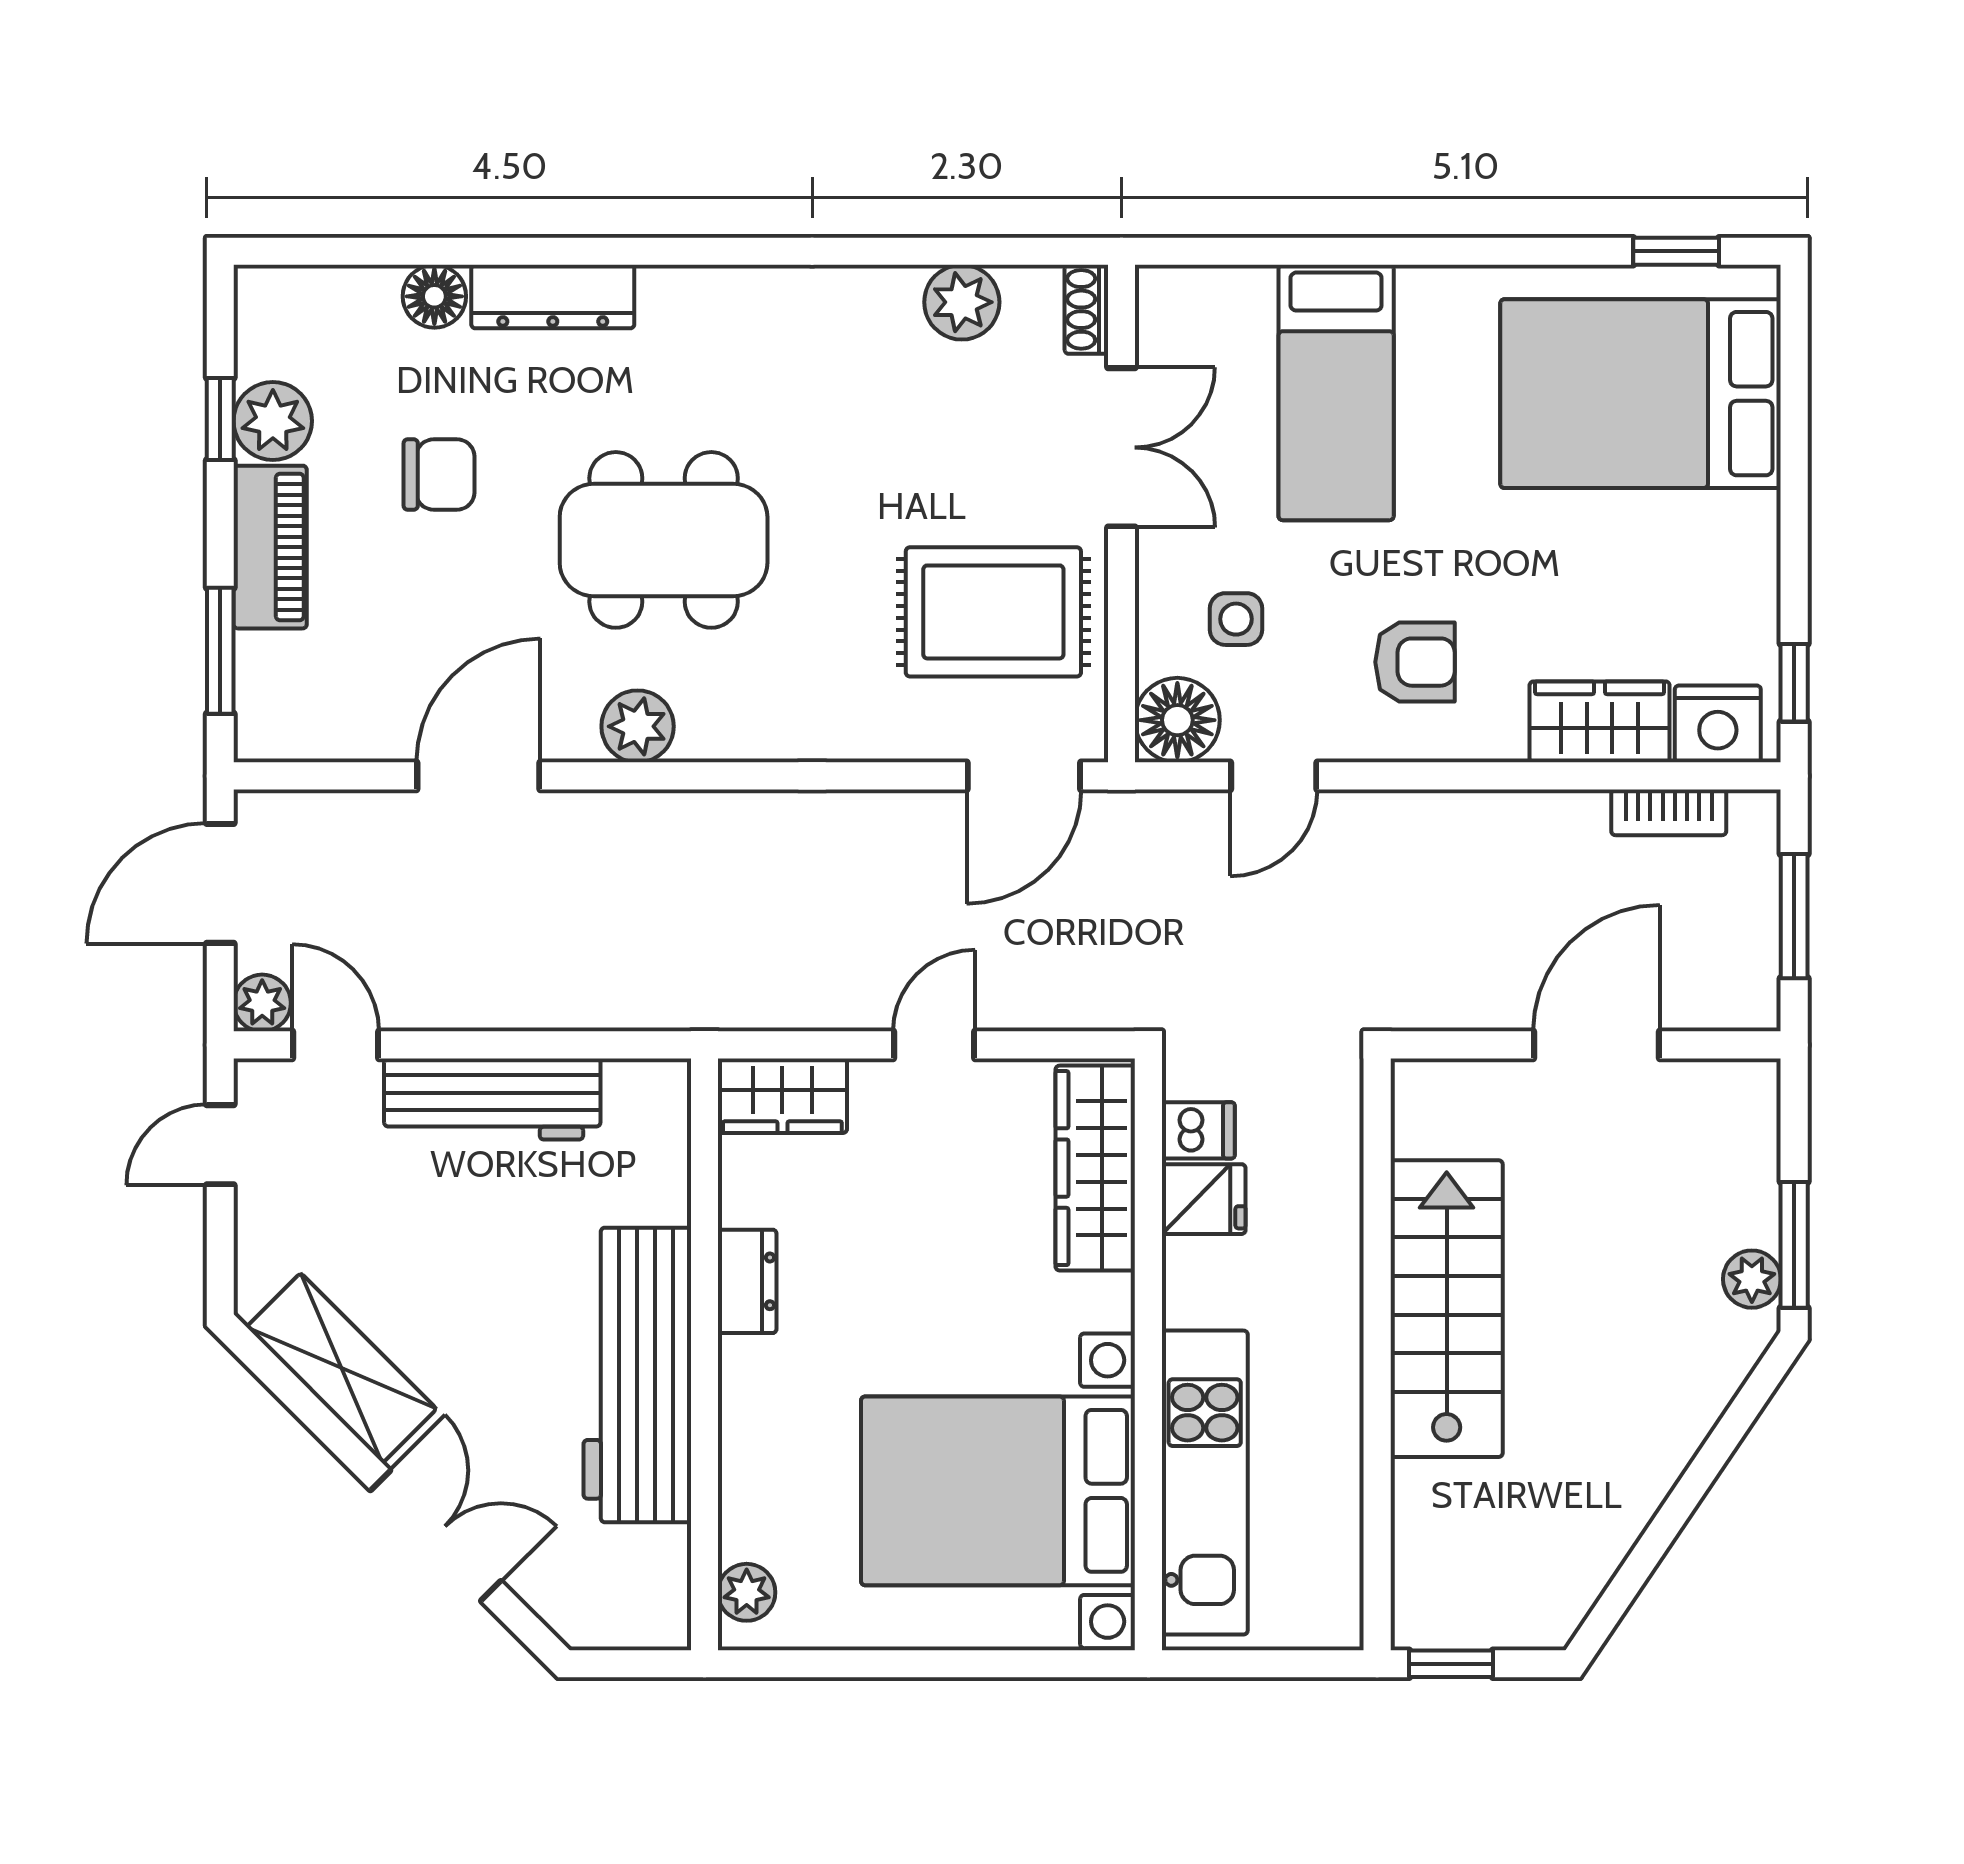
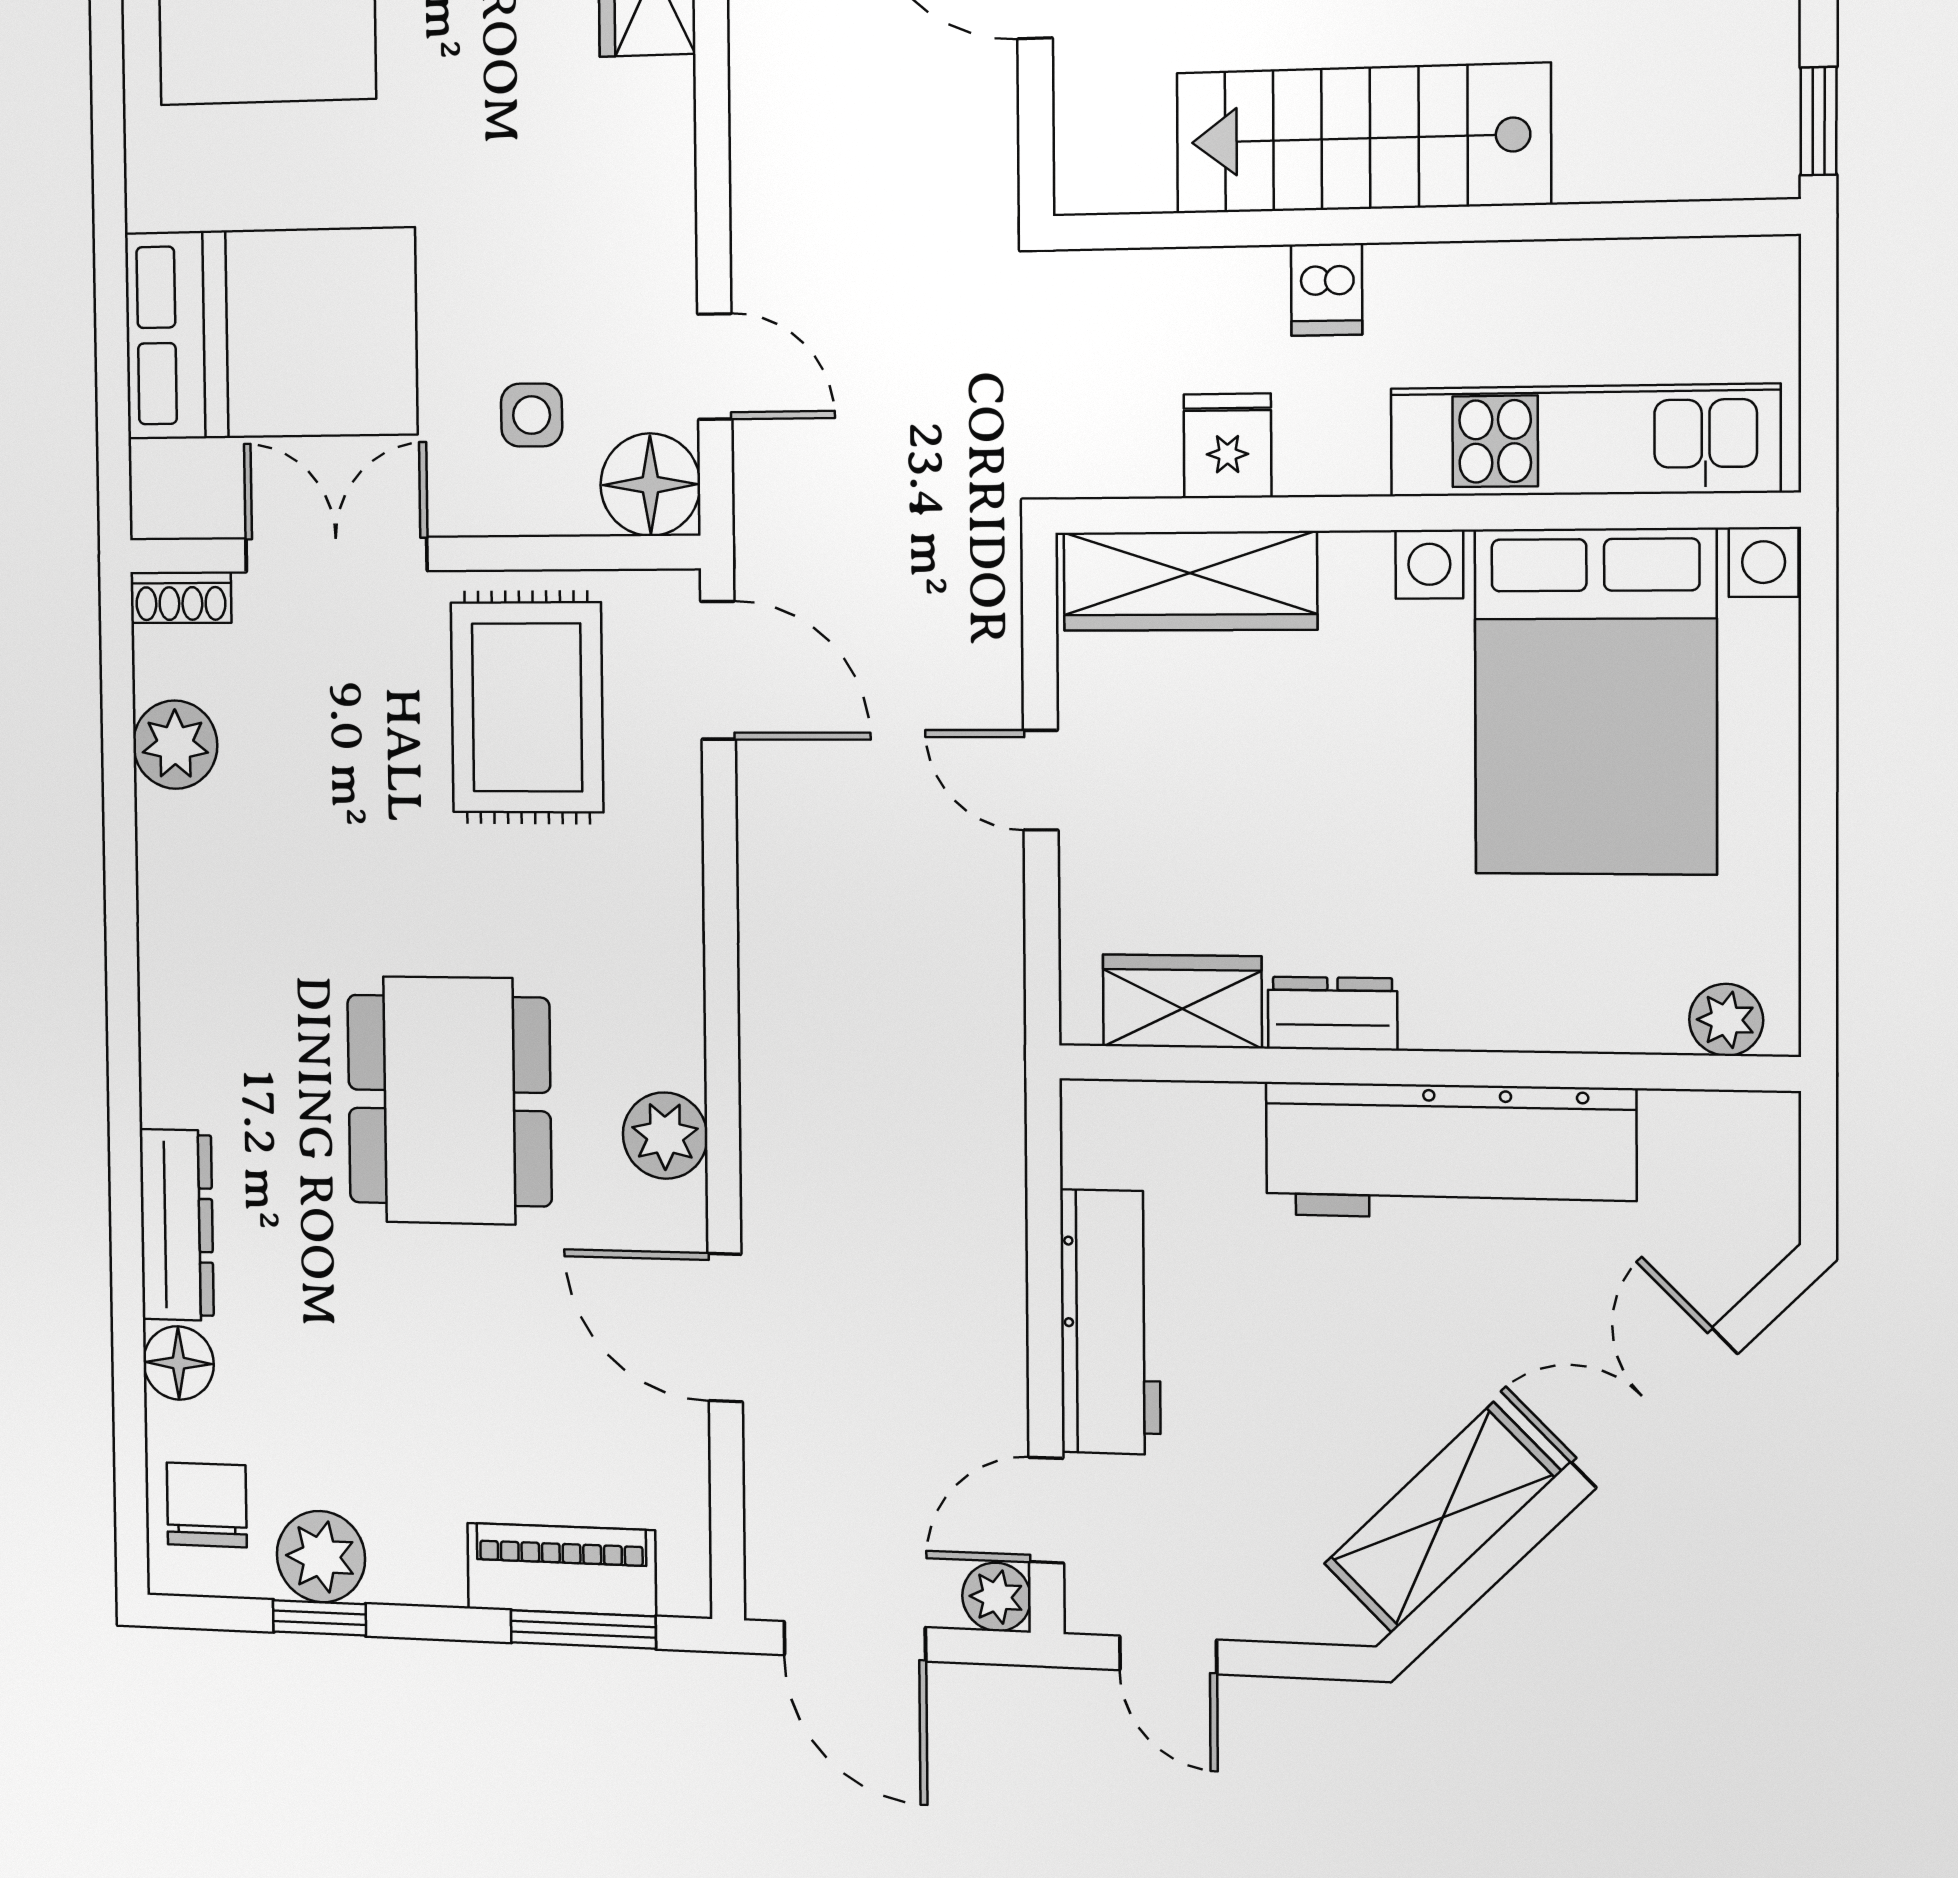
bed: (1336, 392) -> (270, 333), width x1.50
chair: (439, 474) -> (207, 1505), moved
piano: (270, 547) -> (561, 1570), moved
armchair: (1415, 662) -> (579, 197), removed
wardrobe: (782, 1096) -> (1182, 1001), moved, turned -90
dishwasher: (1198, 1130) -> (1327, 290), moved, turned 180

